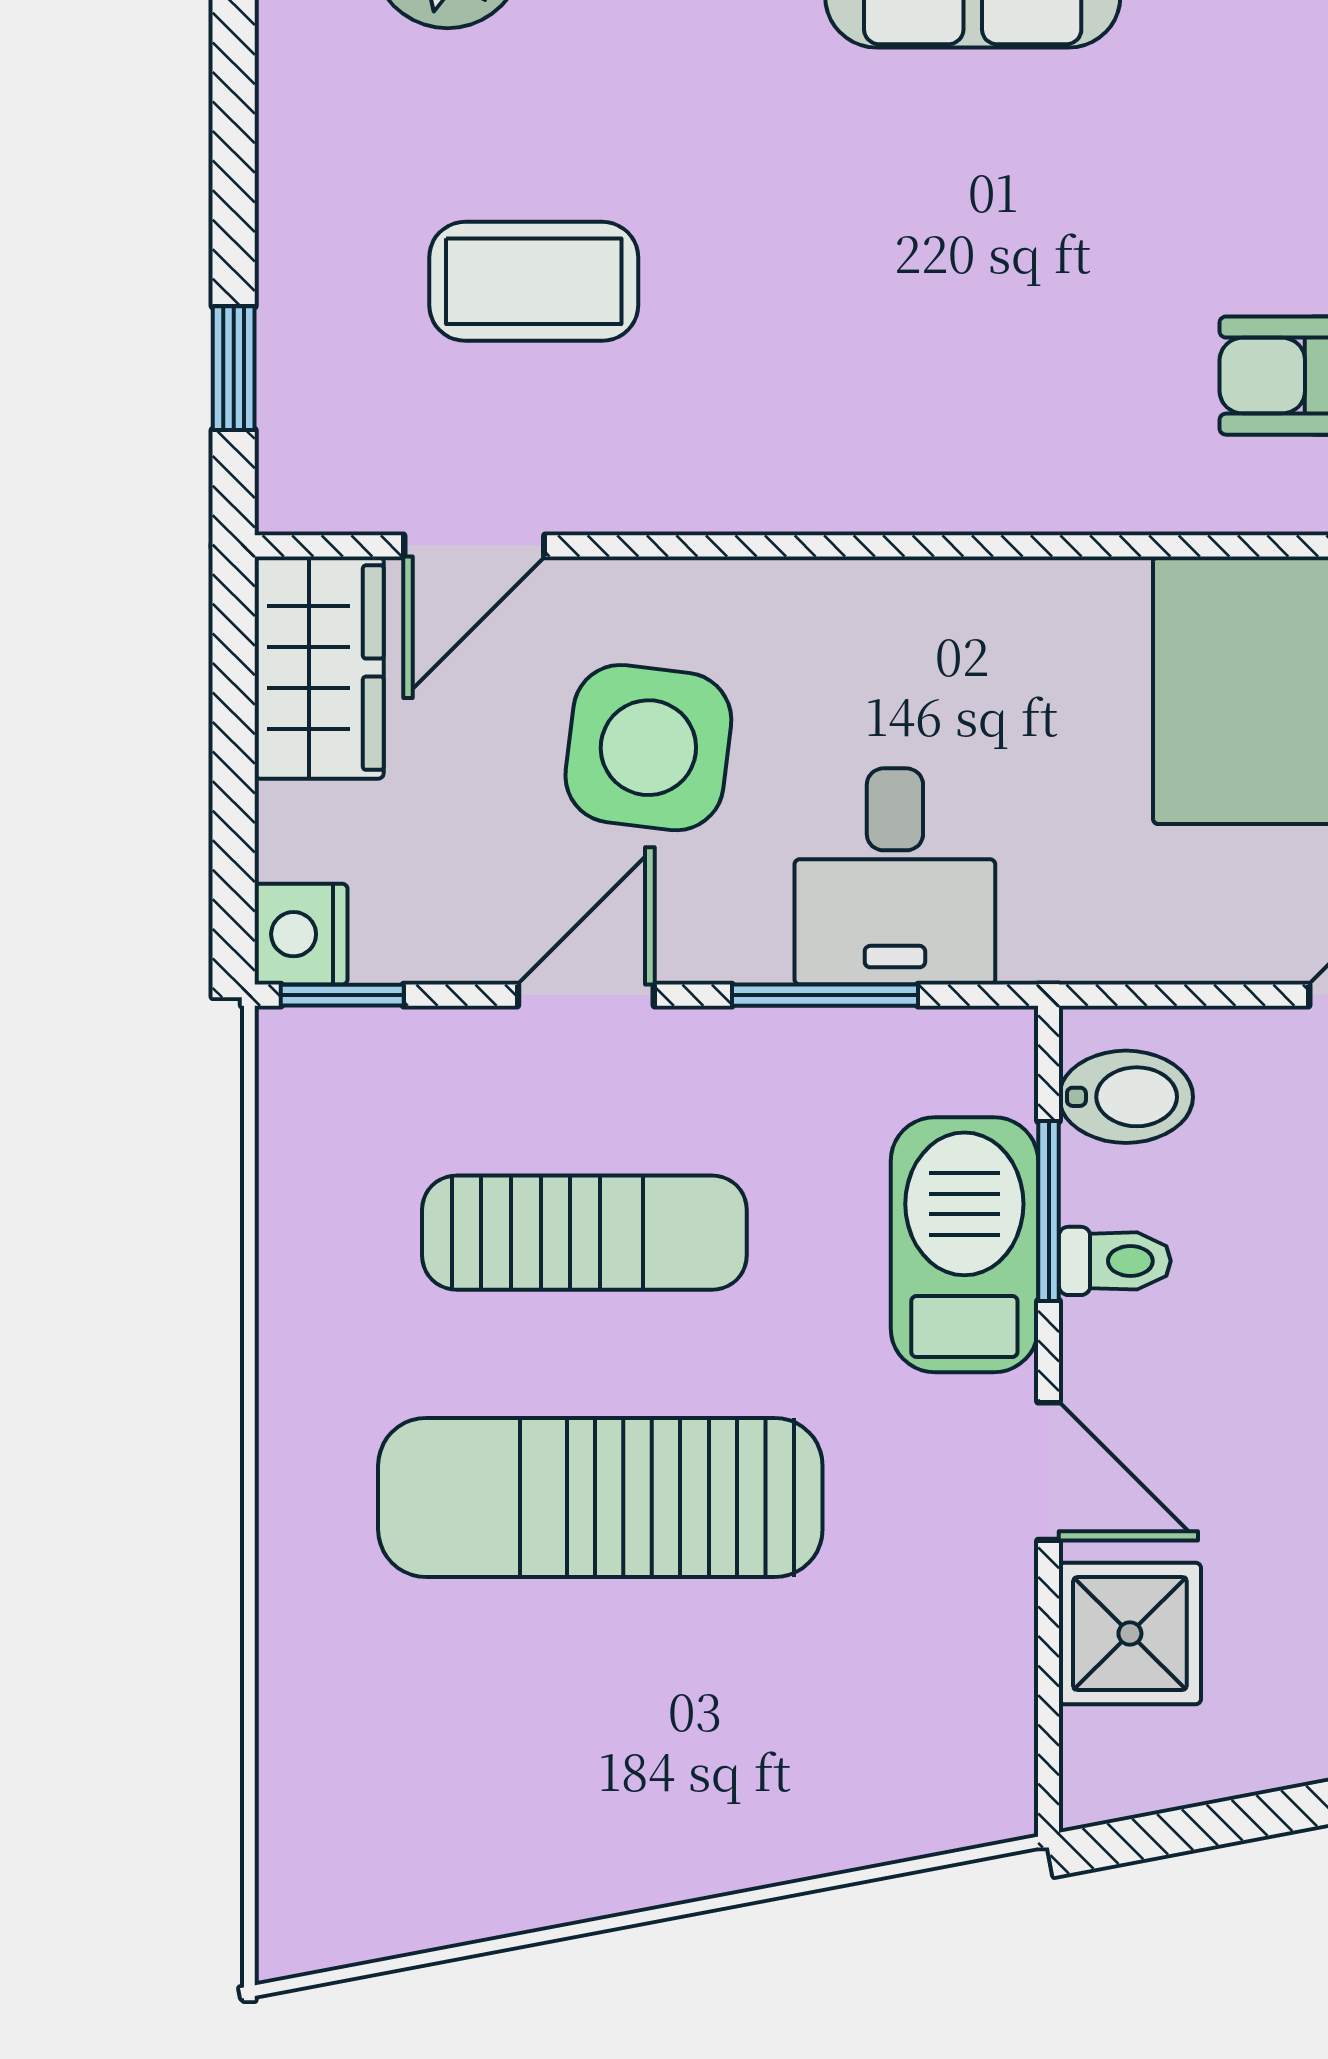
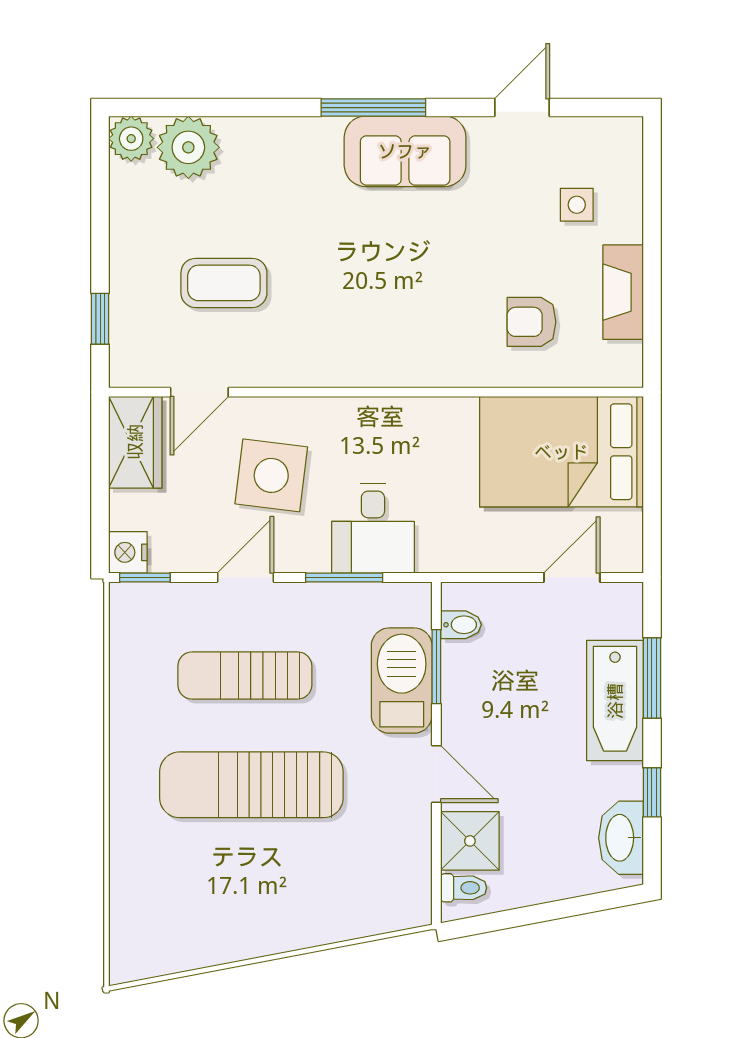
bidet: (1126, 1097) -> (461, 625), width x0.72, depth x0.74
sun lounger: (584, 1233) -> (245, 676), turned 180
toilet: (1115, 1261) -> (464, 888), moved

